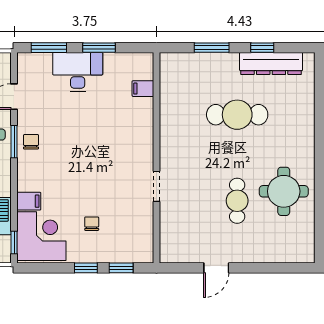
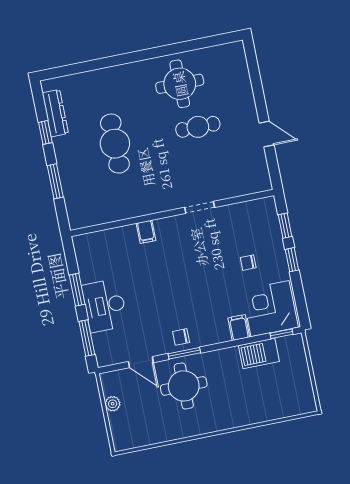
dresser: (271, 64) -> (55, 113), width x0.73, depth x0.80
filing cabinet: (143, 89) -> (146, 232), moved

